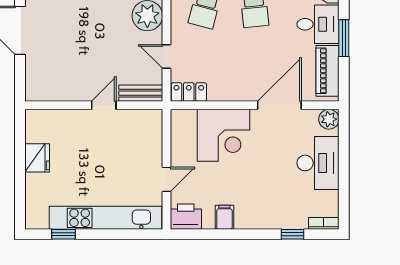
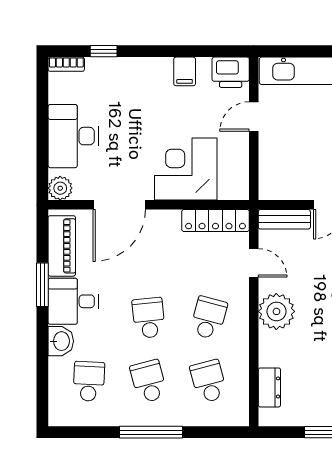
locker: (189, 92) -> (216, 221), width x1.53

